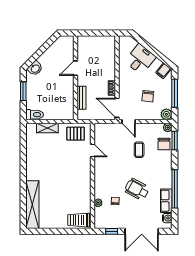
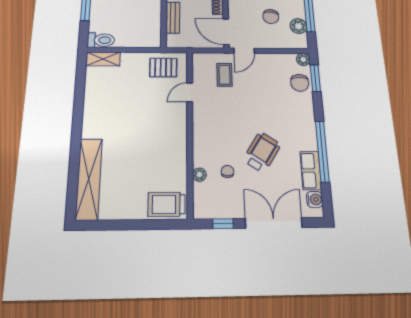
plant: (166, 114) -> (299, 26), moved
door: (129, 122) -> (244, 51), hinge flipped
shelving: (47, 128) -> (103, 59), moved
coffee table: (139, 150) -> (224, 75), moved
door: (93, 151) -> (190, 92), swing flipped
wheelchair: (137, 189) -> (262, 152), turned 95
double door: (142, 231) -> (274, 223), swing flipped

